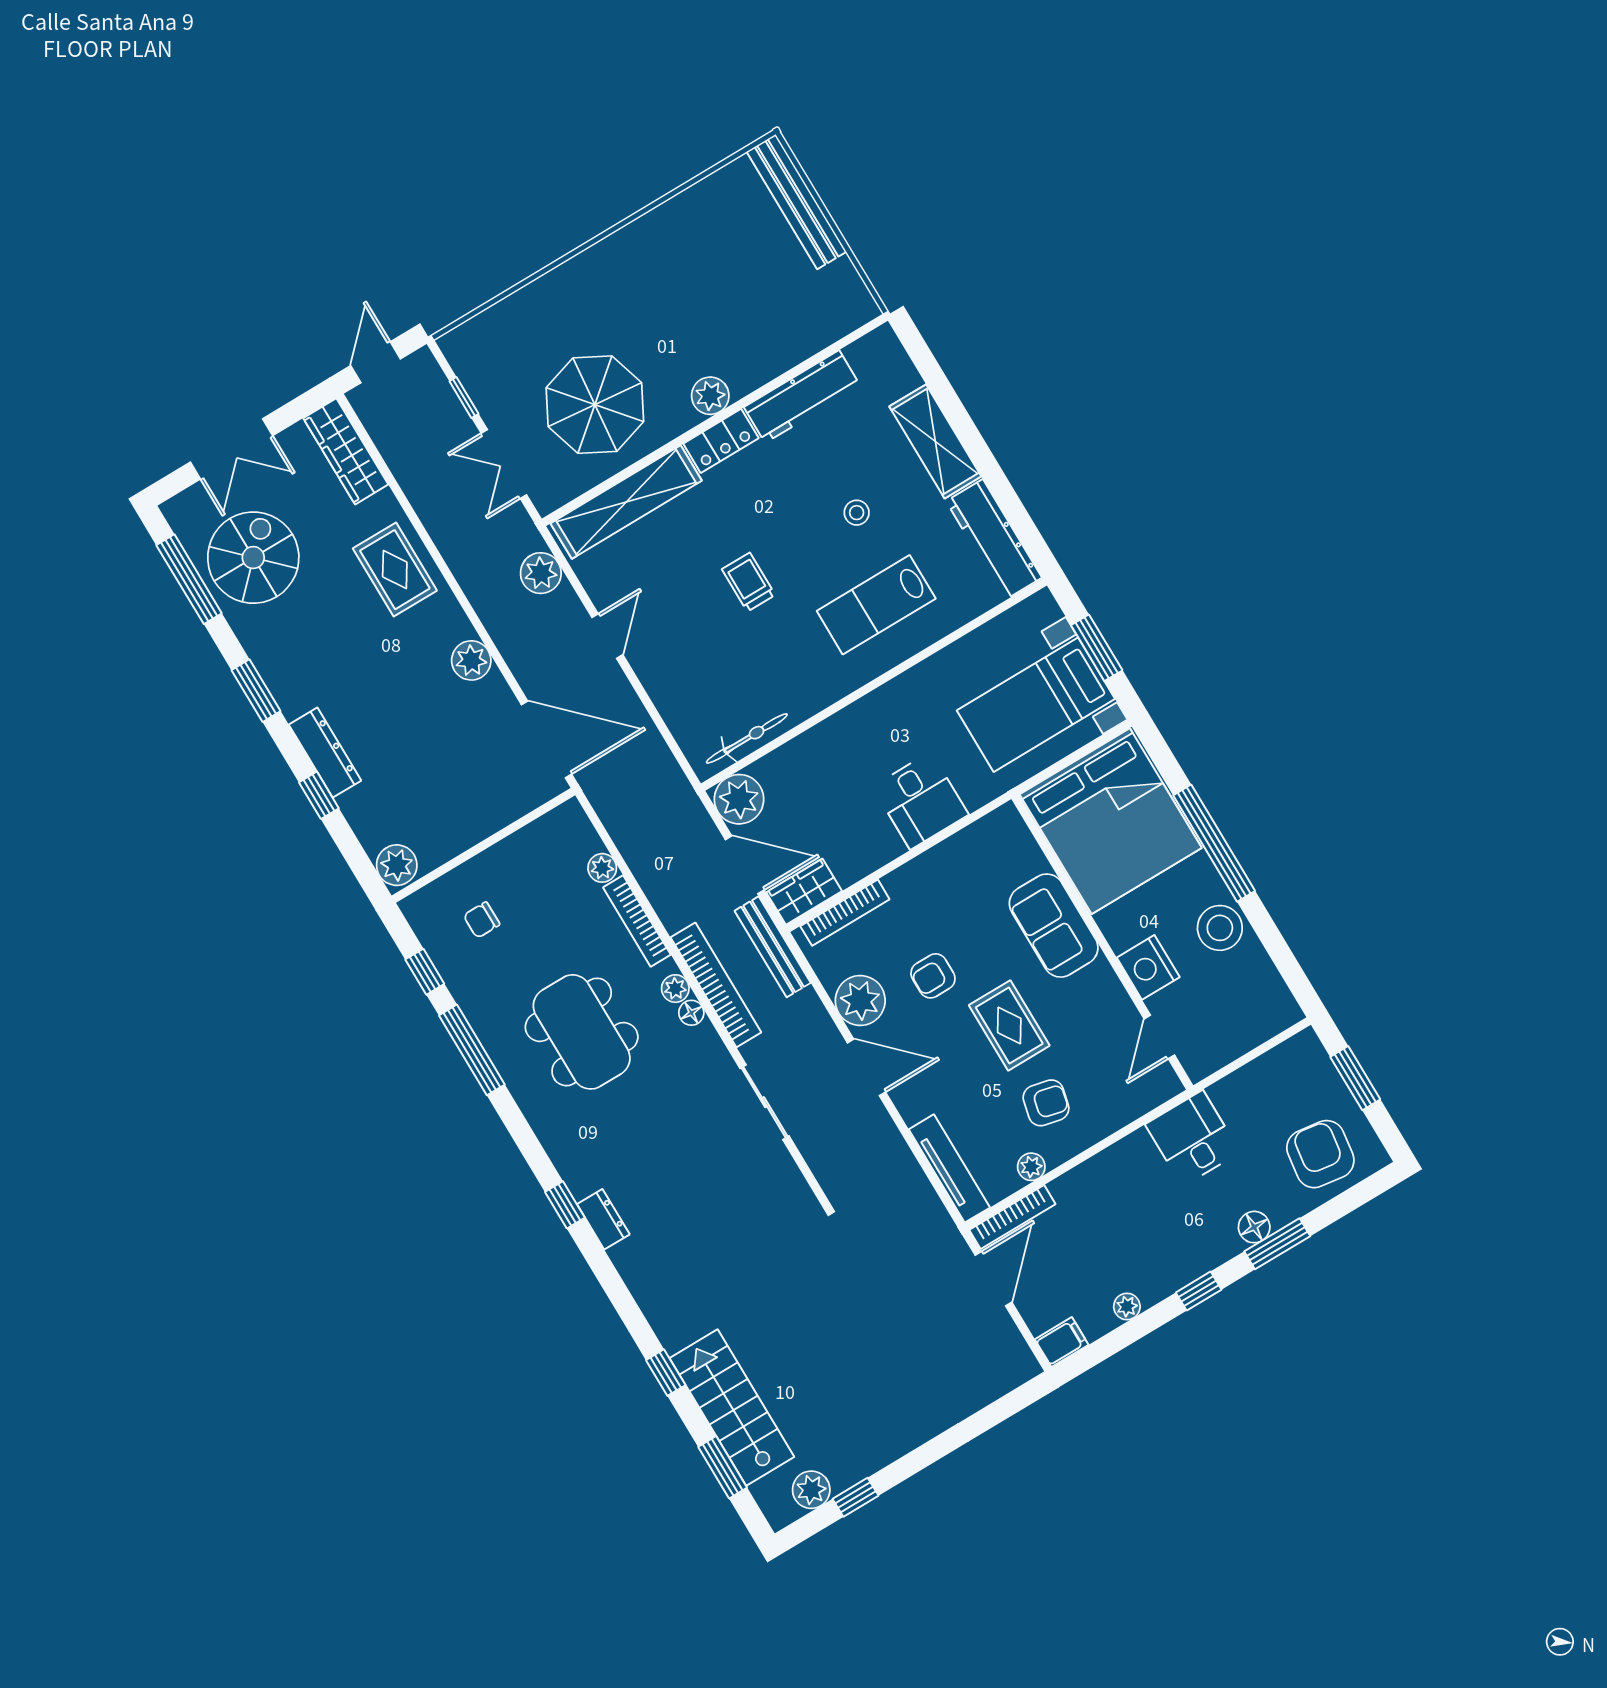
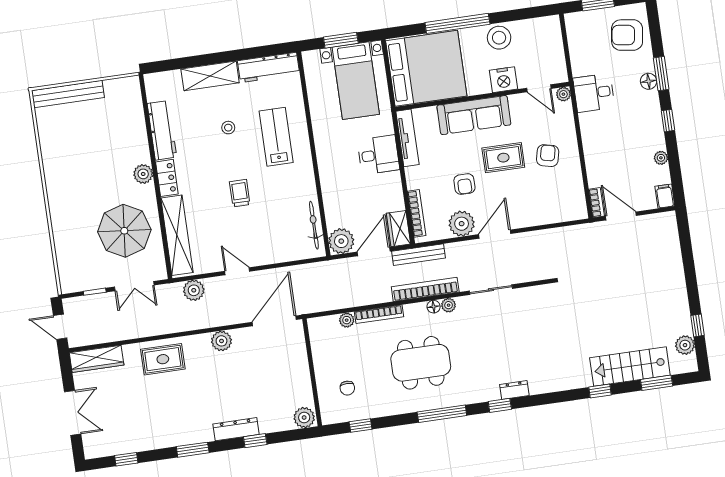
spiral stairs: (253, 558) -> (129, 424), removed
window: (189, 579) -> (126, 459), width x0.46
trolley: (749, 582) -> (240, 193), turned 90
lab bench: (876, 605) -> (276, 137), turned 180
sofa: (1054, 926) -> (474, 115), width x1.36
plant: (675, 989) -> (449, 305), moved
window: (472, 1050) -> (442, 414), moved
plant: (1031, 1167) -> (563, 94), moved
tv unit: (949, 1168) -> (407, 138), moved, turned 90
bookcase: (1012, 1217) -> (596, 203), width x0.64

